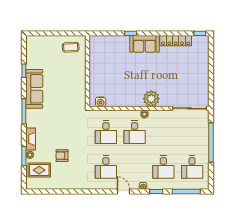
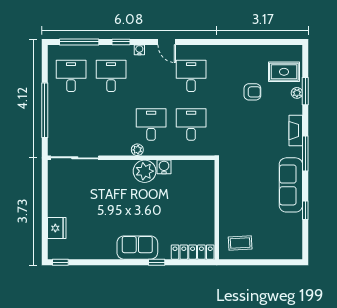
locker: (176, 41) -> (193, 252), moved
fridge: (202, 58) -> (57, 228), added
plant: (151, 99) -> (145, 171), moved
water cooler: (101, 102) -> (164, 167), moved
fireplace: (31, 139) -> (296, 131), moved

